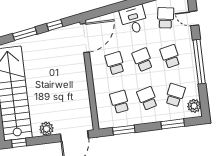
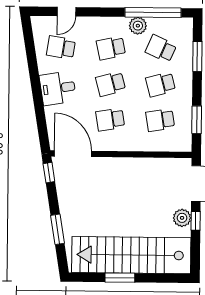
window: (55, 25) -> (49, 173), moved
window: (199, 62) -> (153, 12), moved
plant: (194, 106) -> (138, 26), moved
window: (19, 143) -> (196, 221), moved

